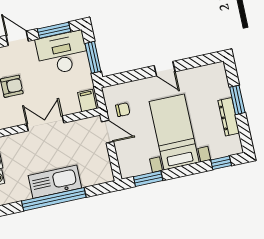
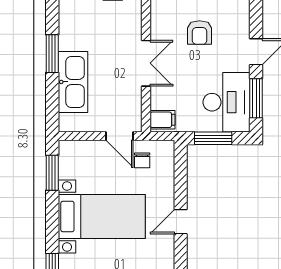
door: (107, 132) -> (120, 136), hinge flipped
kitchen sink: (55, 182) -> (73, 82), moved
window: (54, 199) -> (52, 54), width x0.47

